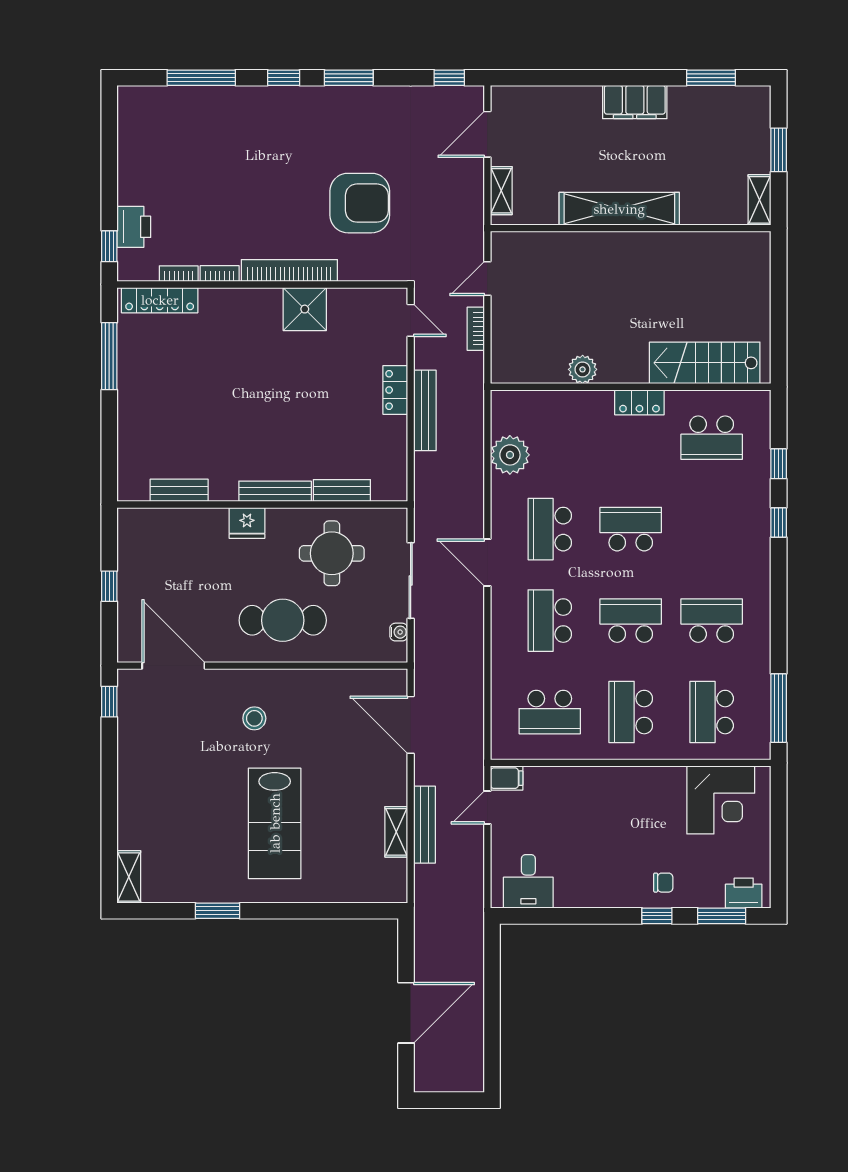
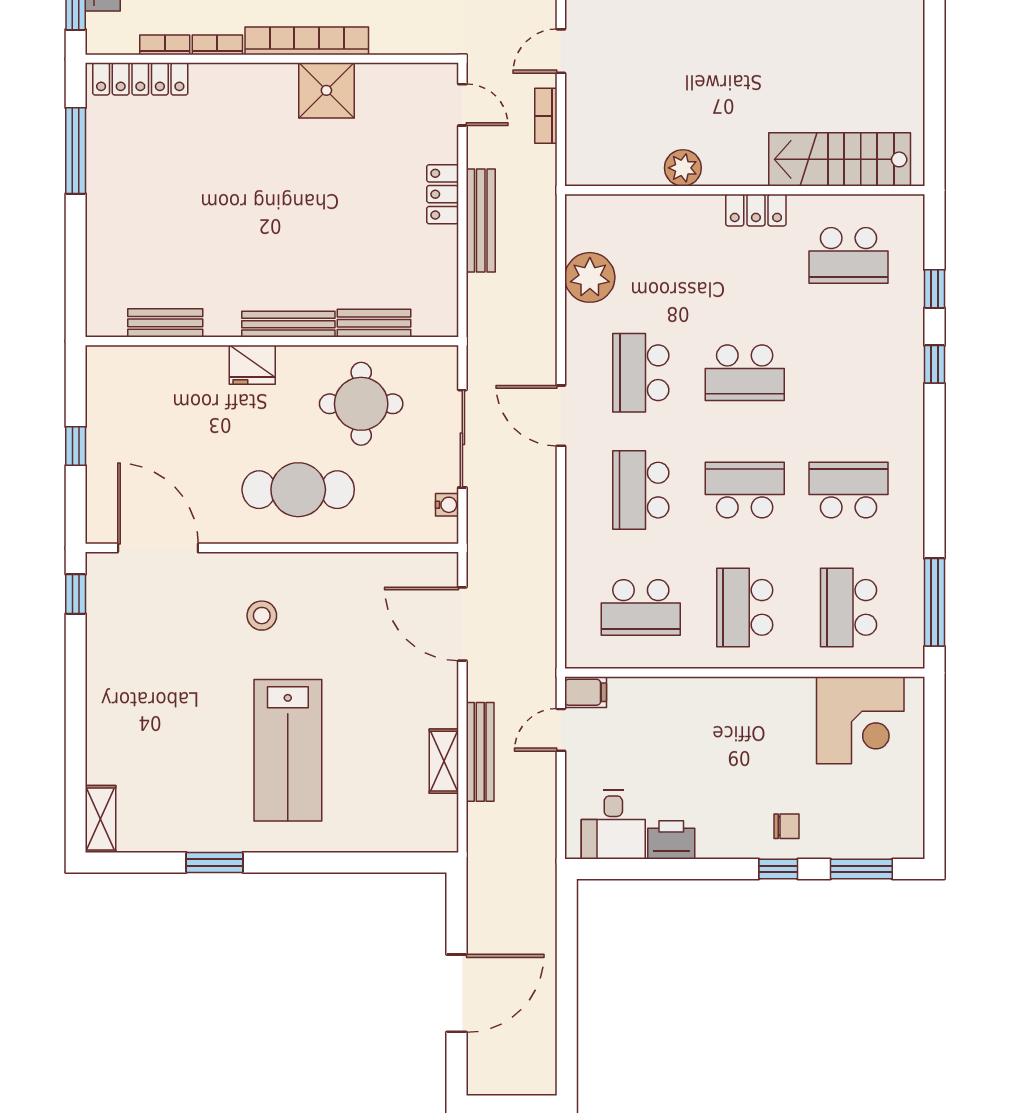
school desk: (631, 529) -> (745, 373), turned 180
printer: (744, 893) -> (671, 840), moved

